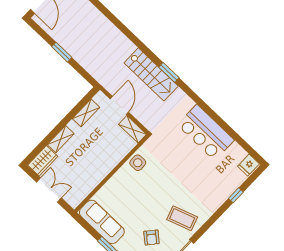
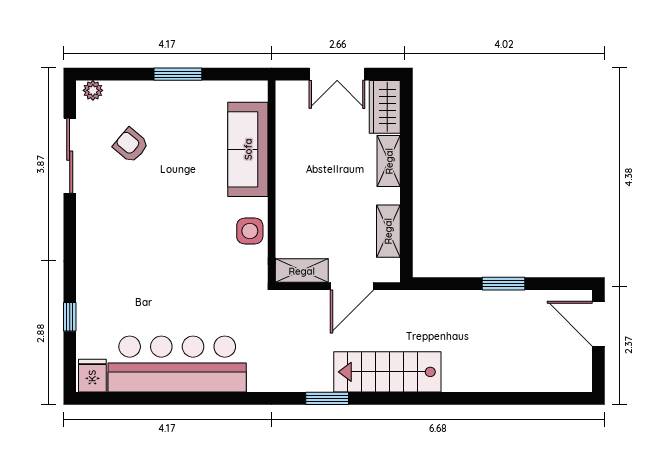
stairs: (151, 74) -> (387, 372), moved
door: (119, 105) -> (352, 286), hinge flipped
bar counter: (206, 132) -> (177, 364), width x1.36
coffee table: (182, 218) -> (114, 213), removed
sofa: (102, 222) -> (248, 149), moved, turned 90

